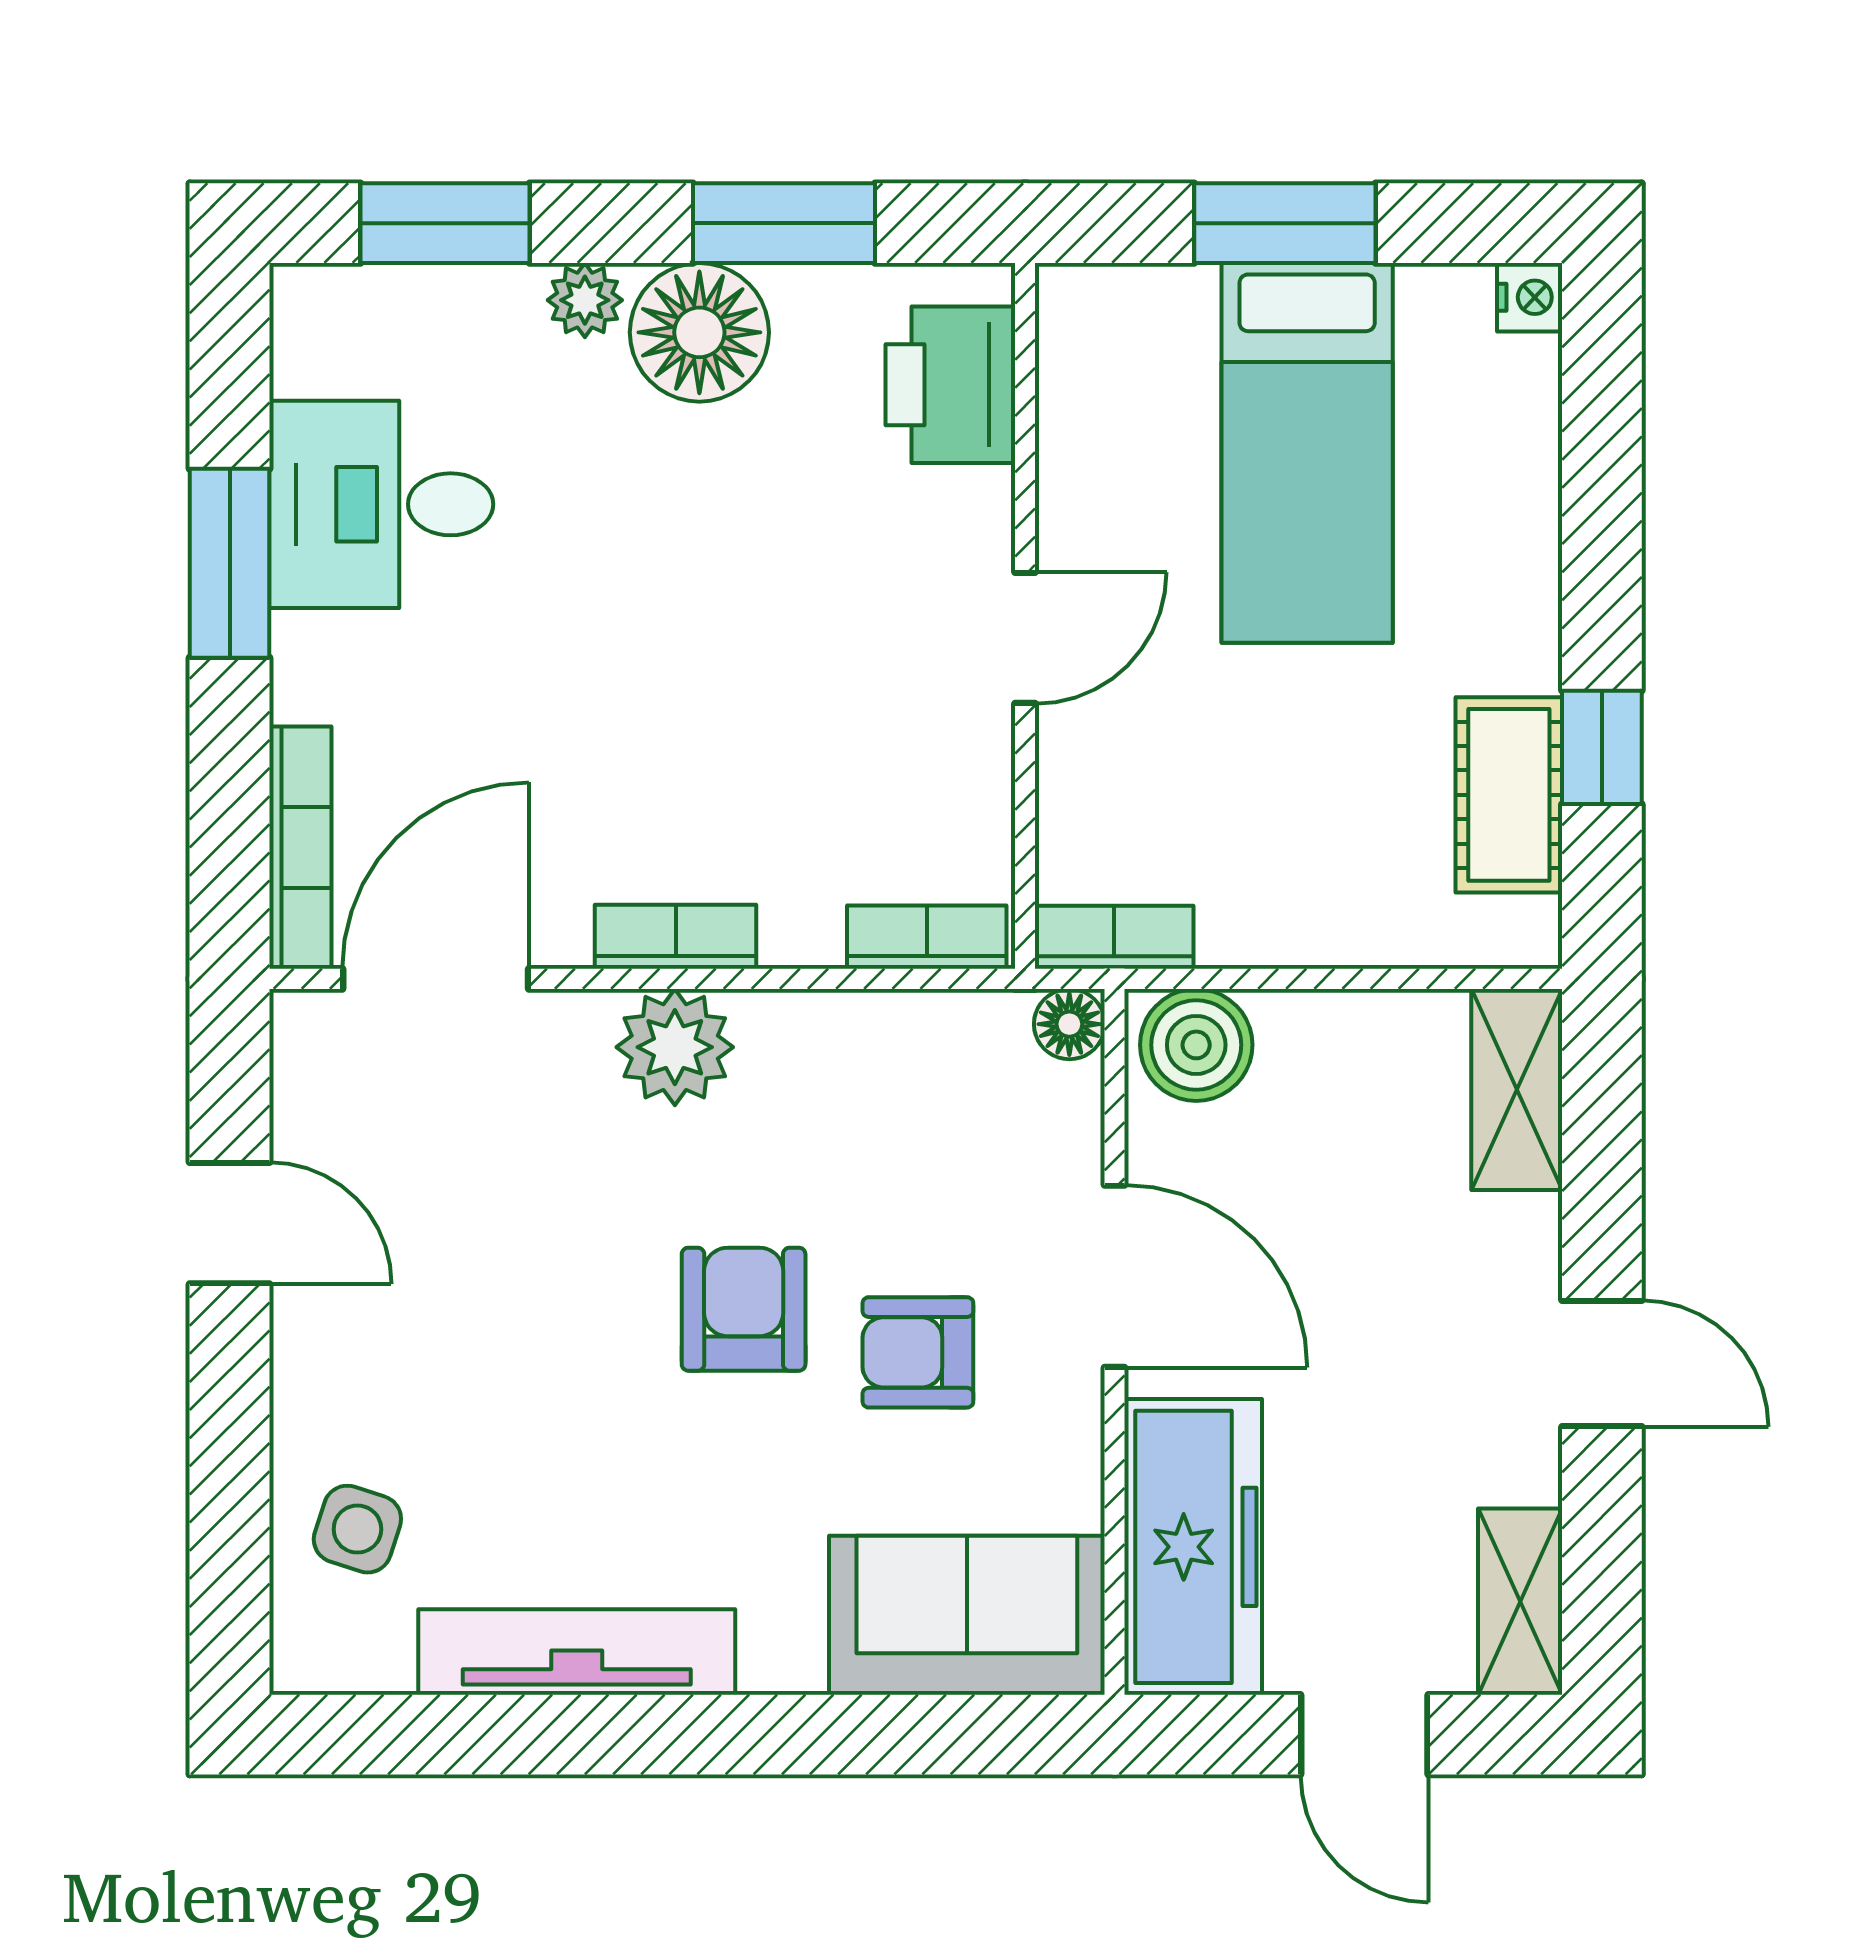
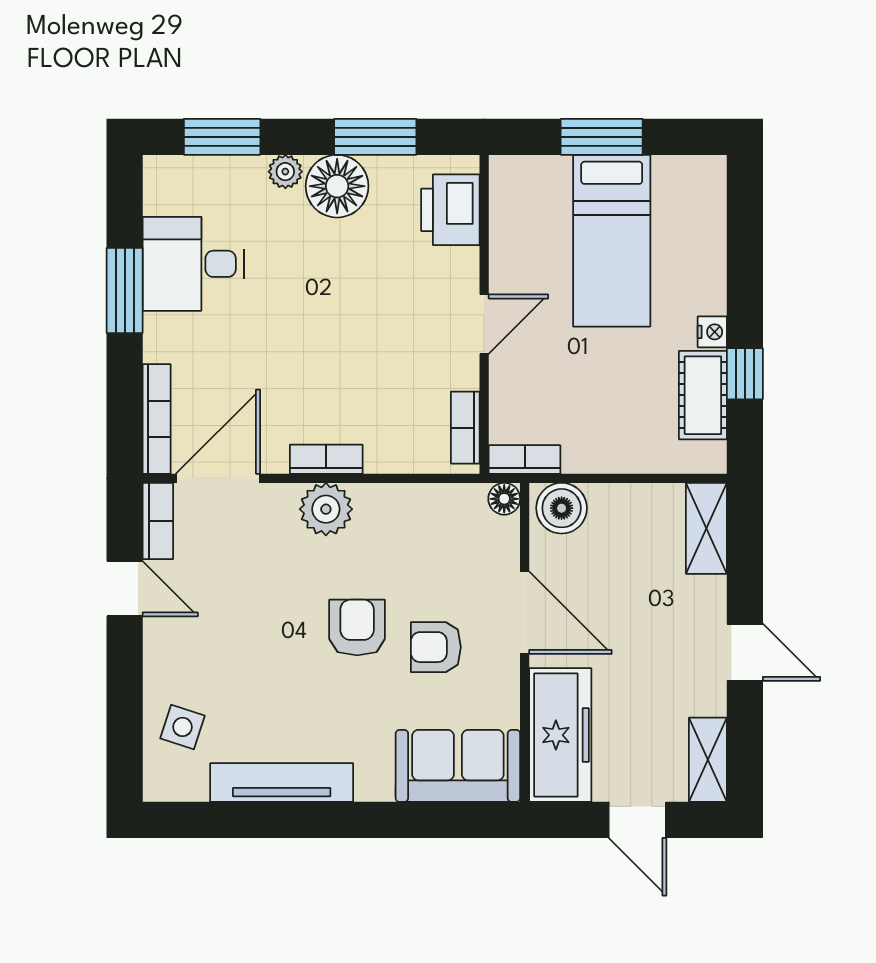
nightstand: (1530, 297) -> (712, 332), moved
bookcase: (927, 937) -> (465, 428), moved, turned -90
bookcase: (303, 1073) -> (158, 521), added

